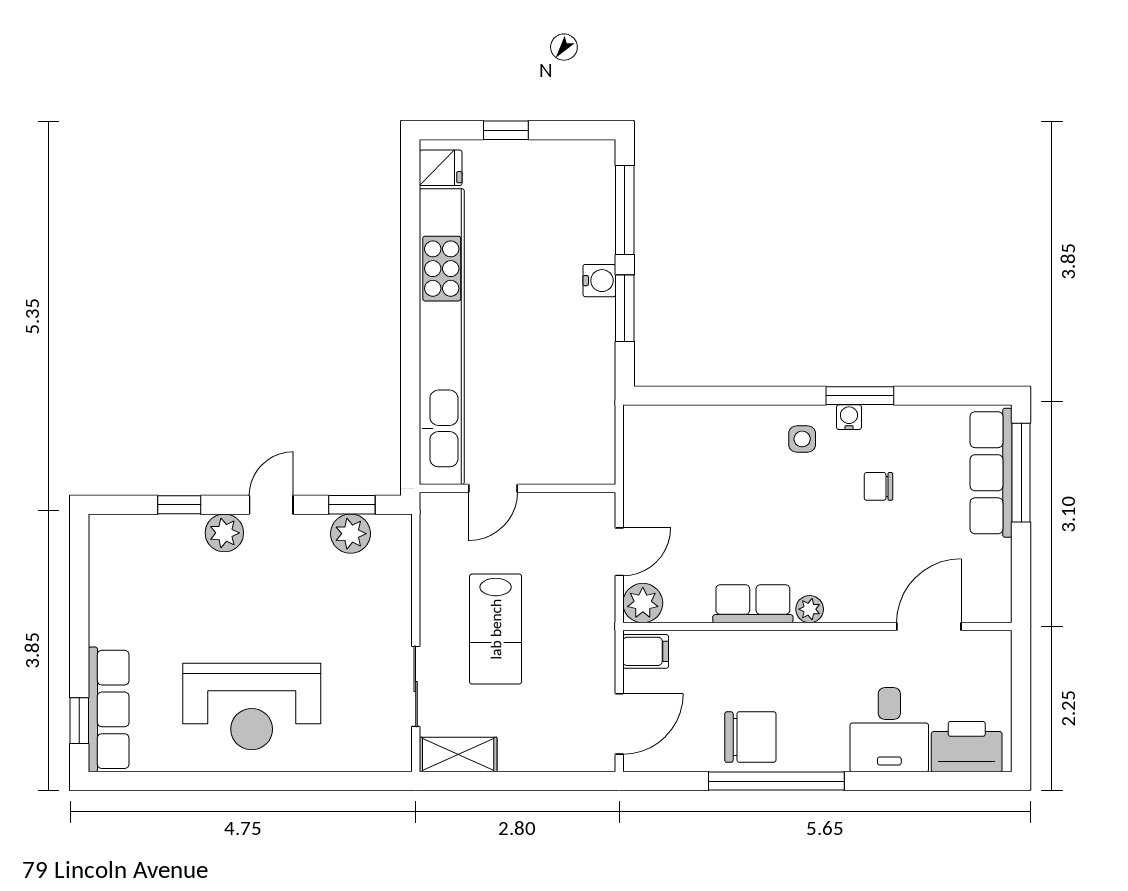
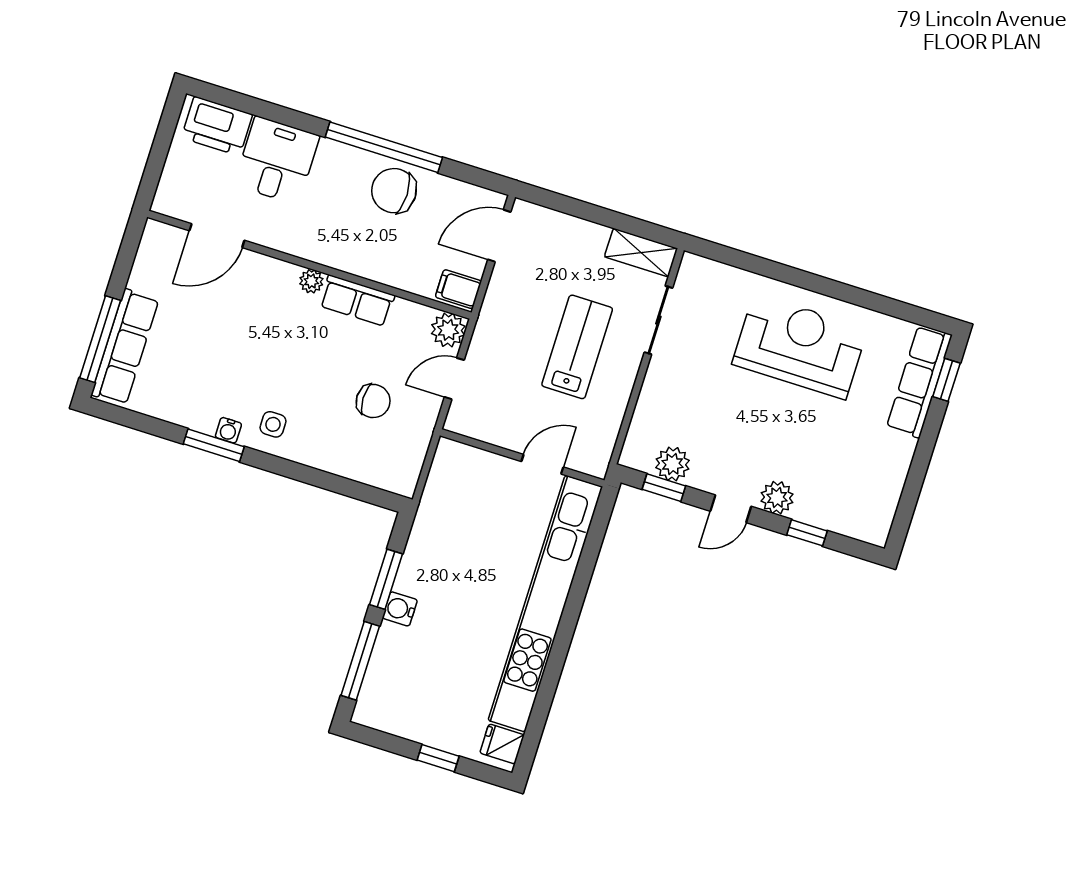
chair: (878, 486) -> (373, 401), moved, width x1.37, depth x1.37

